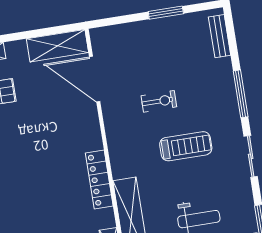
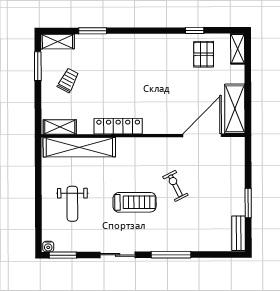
bench: (220, 36) -> (238, 233), moved, turned 90
exercise bike: (159, 101) -> (175, 186), turned 153
treadmill: (186, 146) -> (135, 202), turned -90

